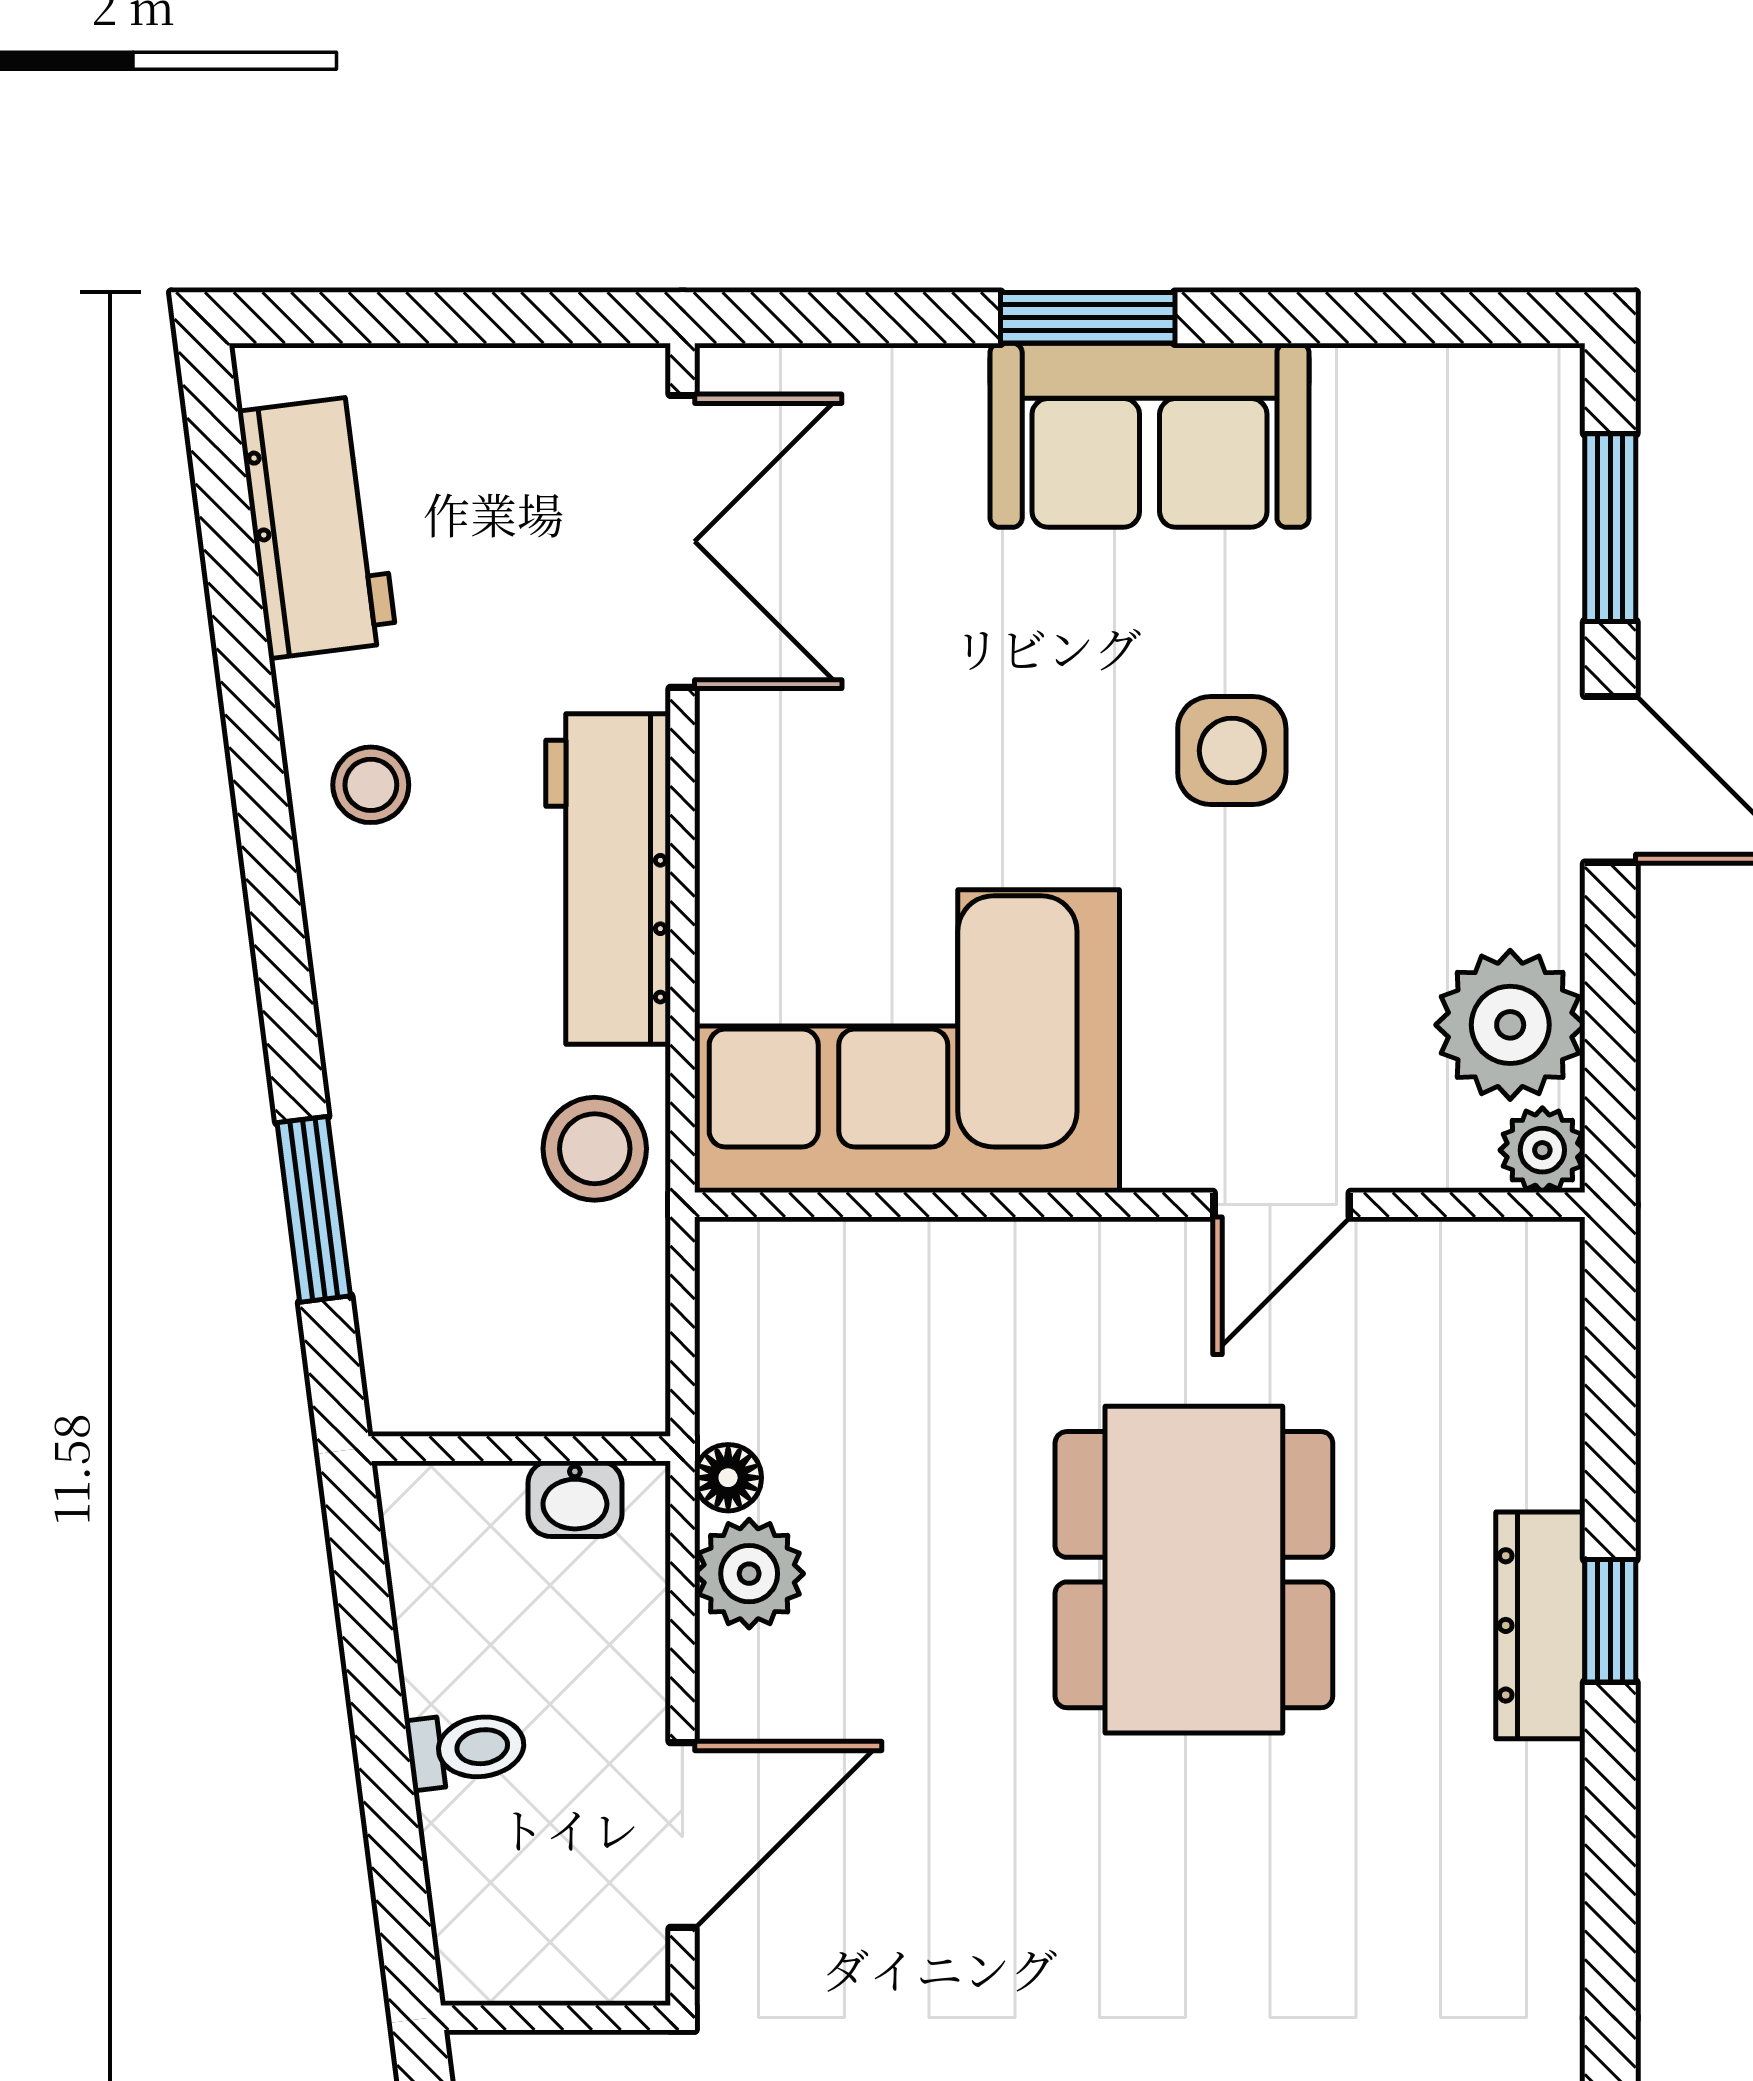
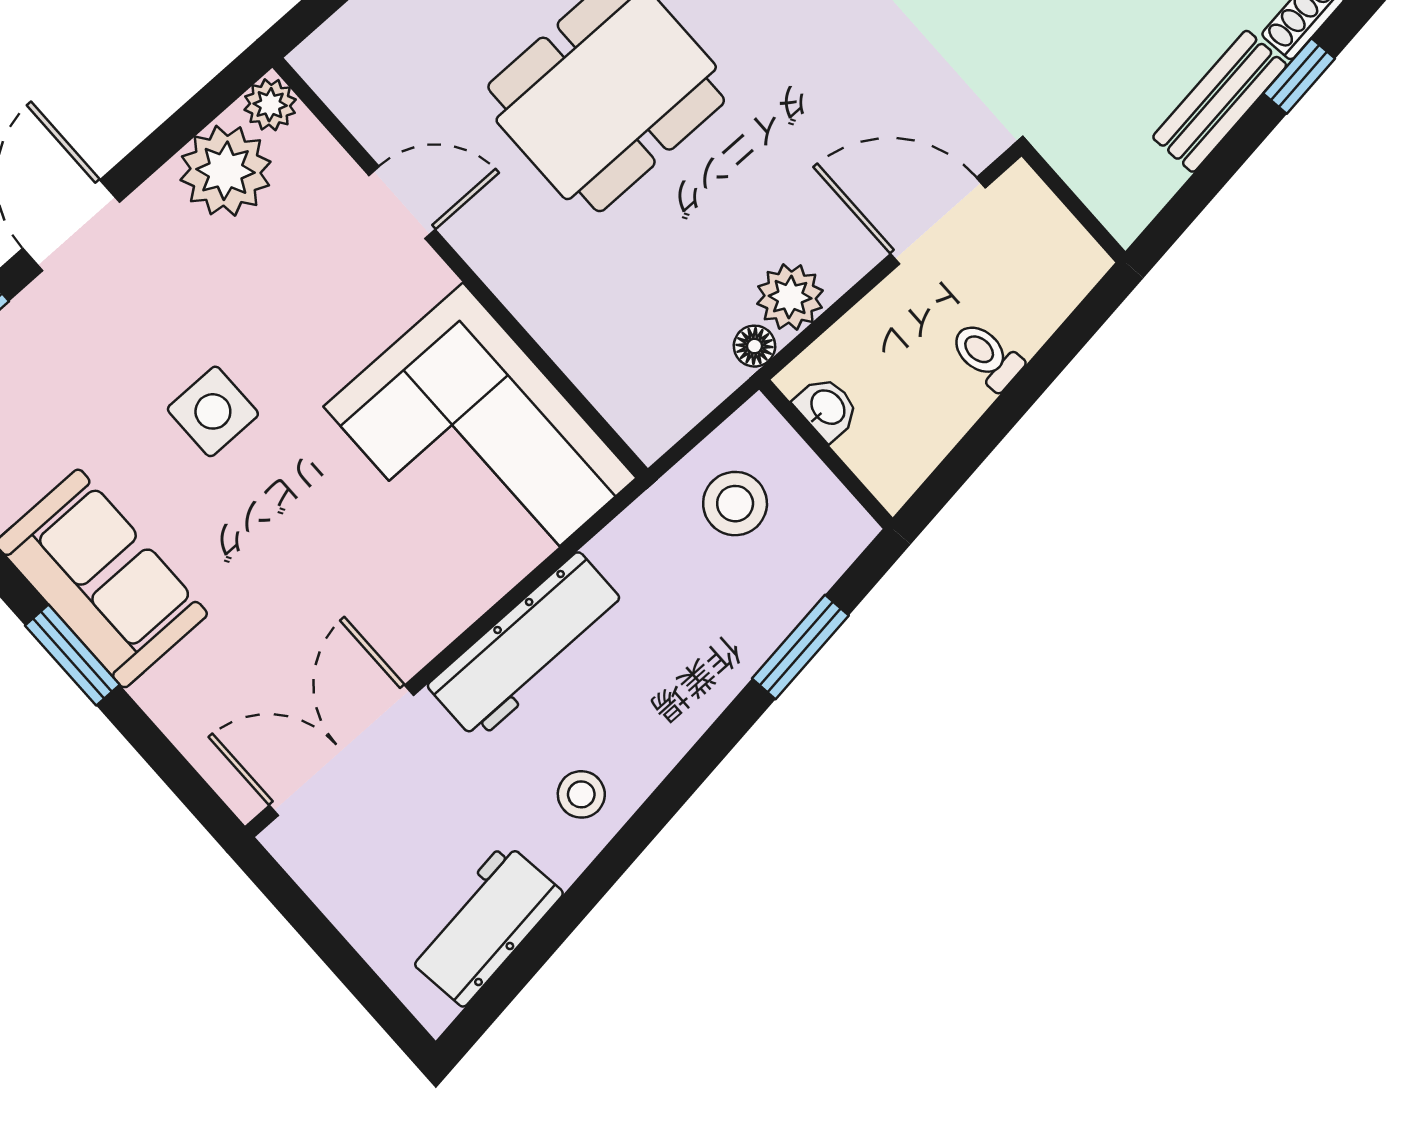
stool: (595, 1149) -> (735, 504), moved

